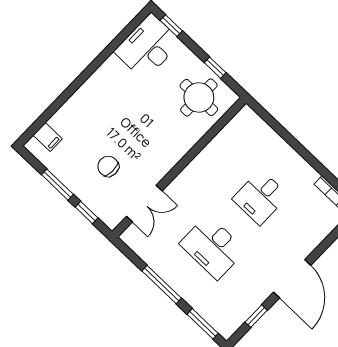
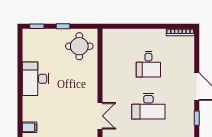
desk: (148, 47) -> (35, 79), moved
window: (215, 68) -> (63, 26), moved
chair: (108, 166) -> (69, 115), removed

